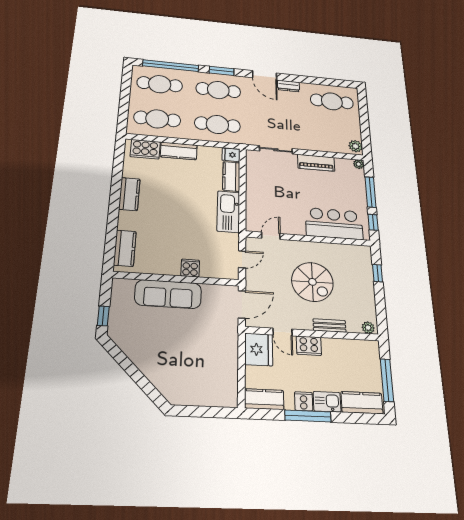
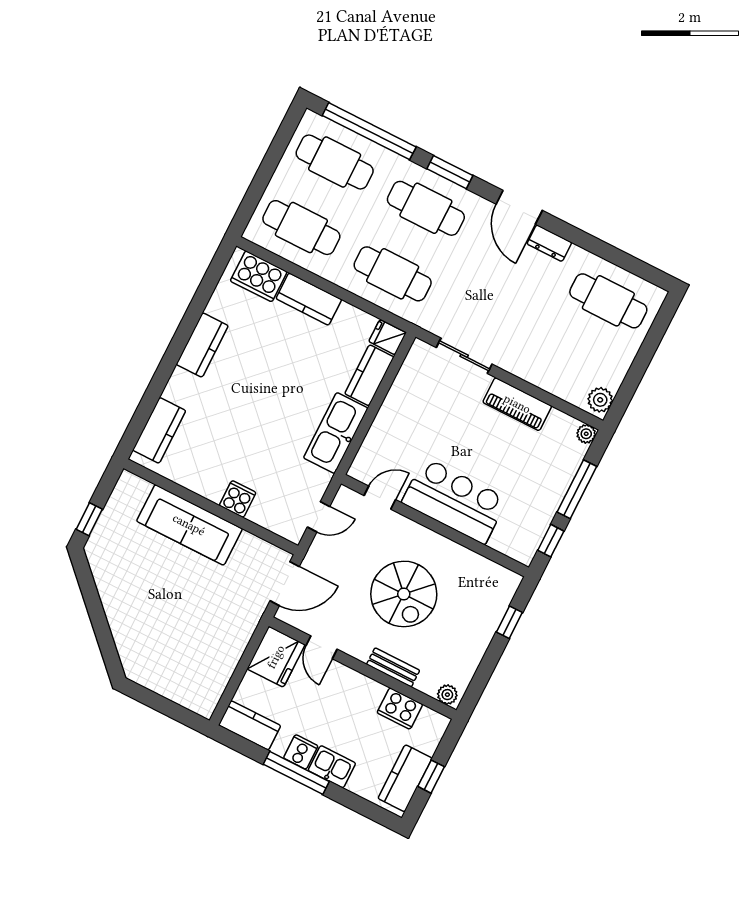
bar counter: (334, 224) -> (455, 501), moved
cooker: (309, 346) -> (400, 709), moved
window: (387, 380) -> (431, 777), width x0.46
kitchen counter: (362, 403) -> (405, 778), moved, turned -90

